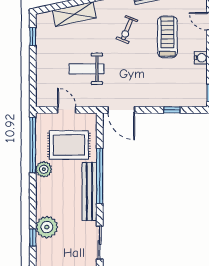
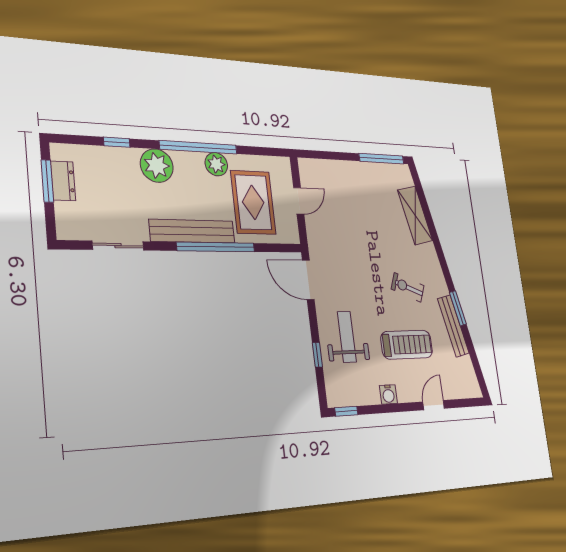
window: (33, 37) -> (382, 159), width x2.17
weight bench: (87, 69) -> (347, 337), moved
door: (121, 110) -> (308, 280), hinge flipped
window: (33, 145) -> (198, 147), moved
plant: (47, 227) -> (157, 166), moved

